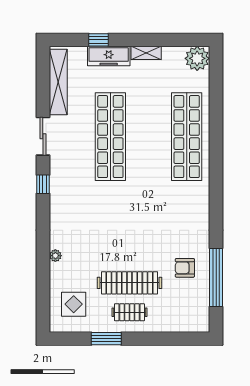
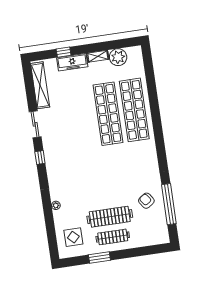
plant: (197, 58) -> (118, 57), moved
shop shelf: (110, 137) -> (108, 114), moved
armchair: (185, 268) -> (146, 201), turned 55
clothes rail: (129, 312) -> (113, 237), width x1.36

